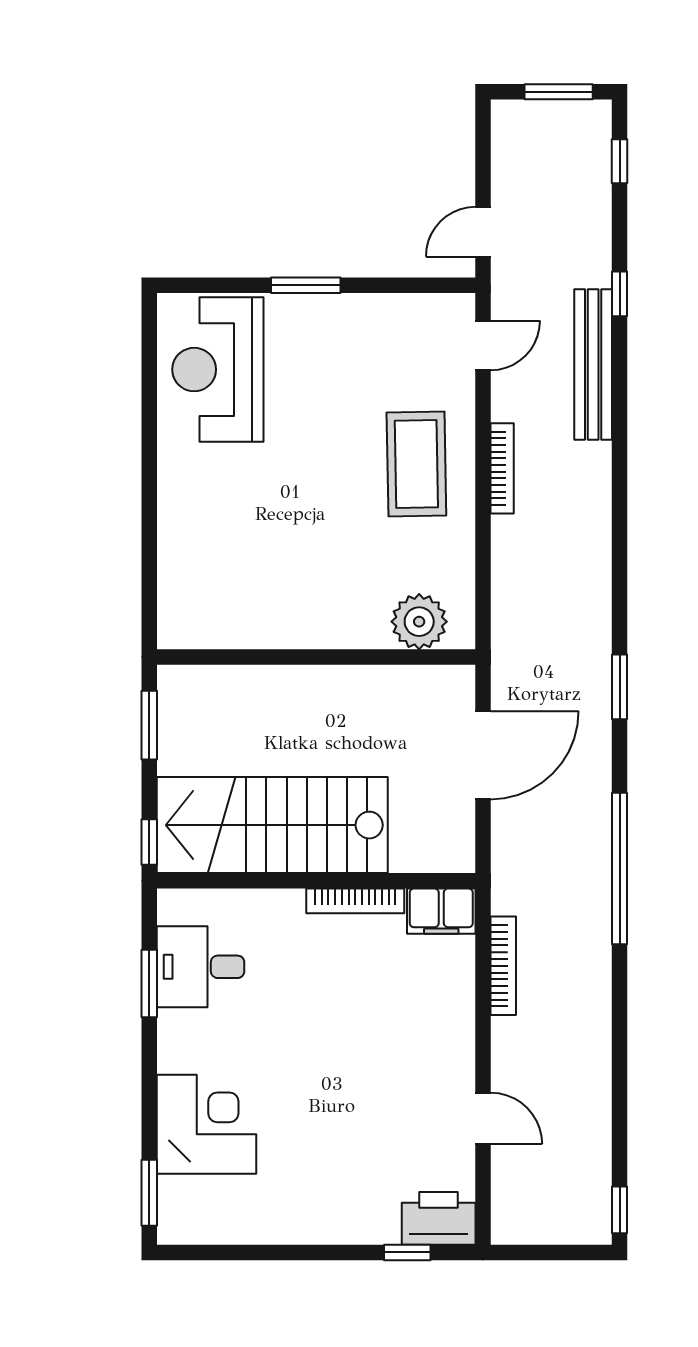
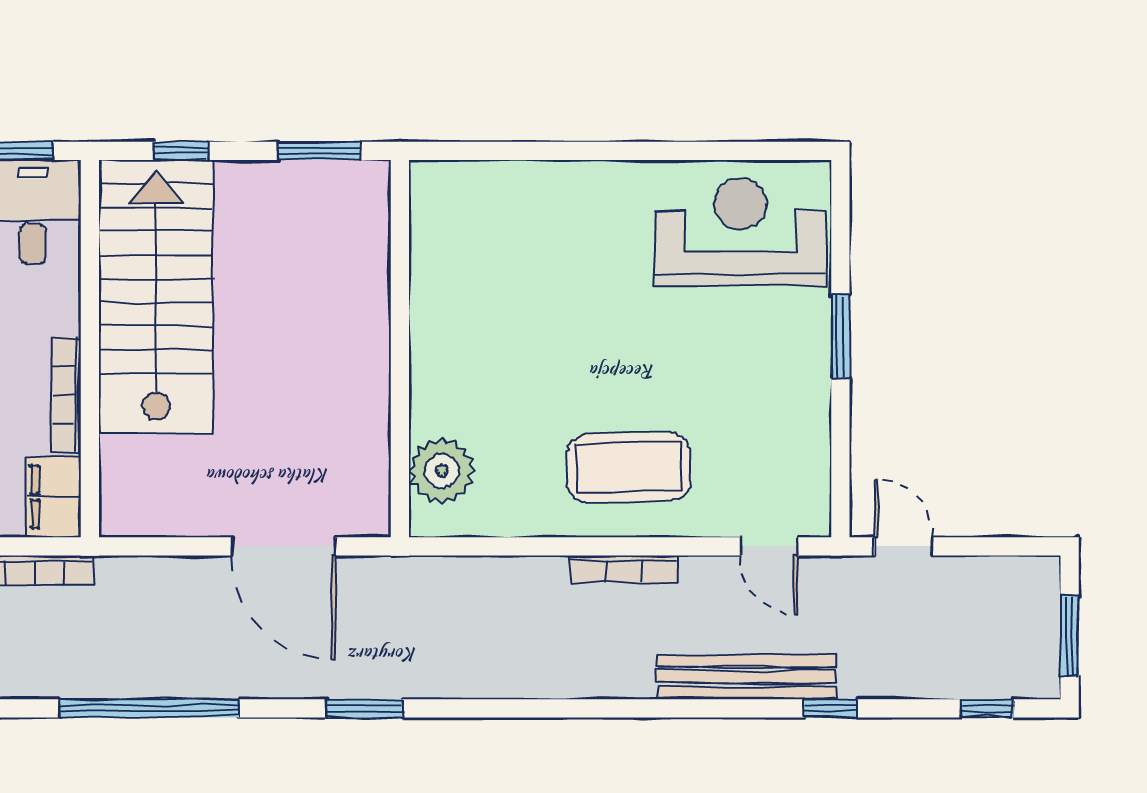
stairs: (272, 825) -> (156, 297), moved
wall: (316, 881) -> (90, 349), moved
bookcase: (355, 901) -> (66, 395), moved
filing cabinet: (441, 911) -> (54, 497), moved

